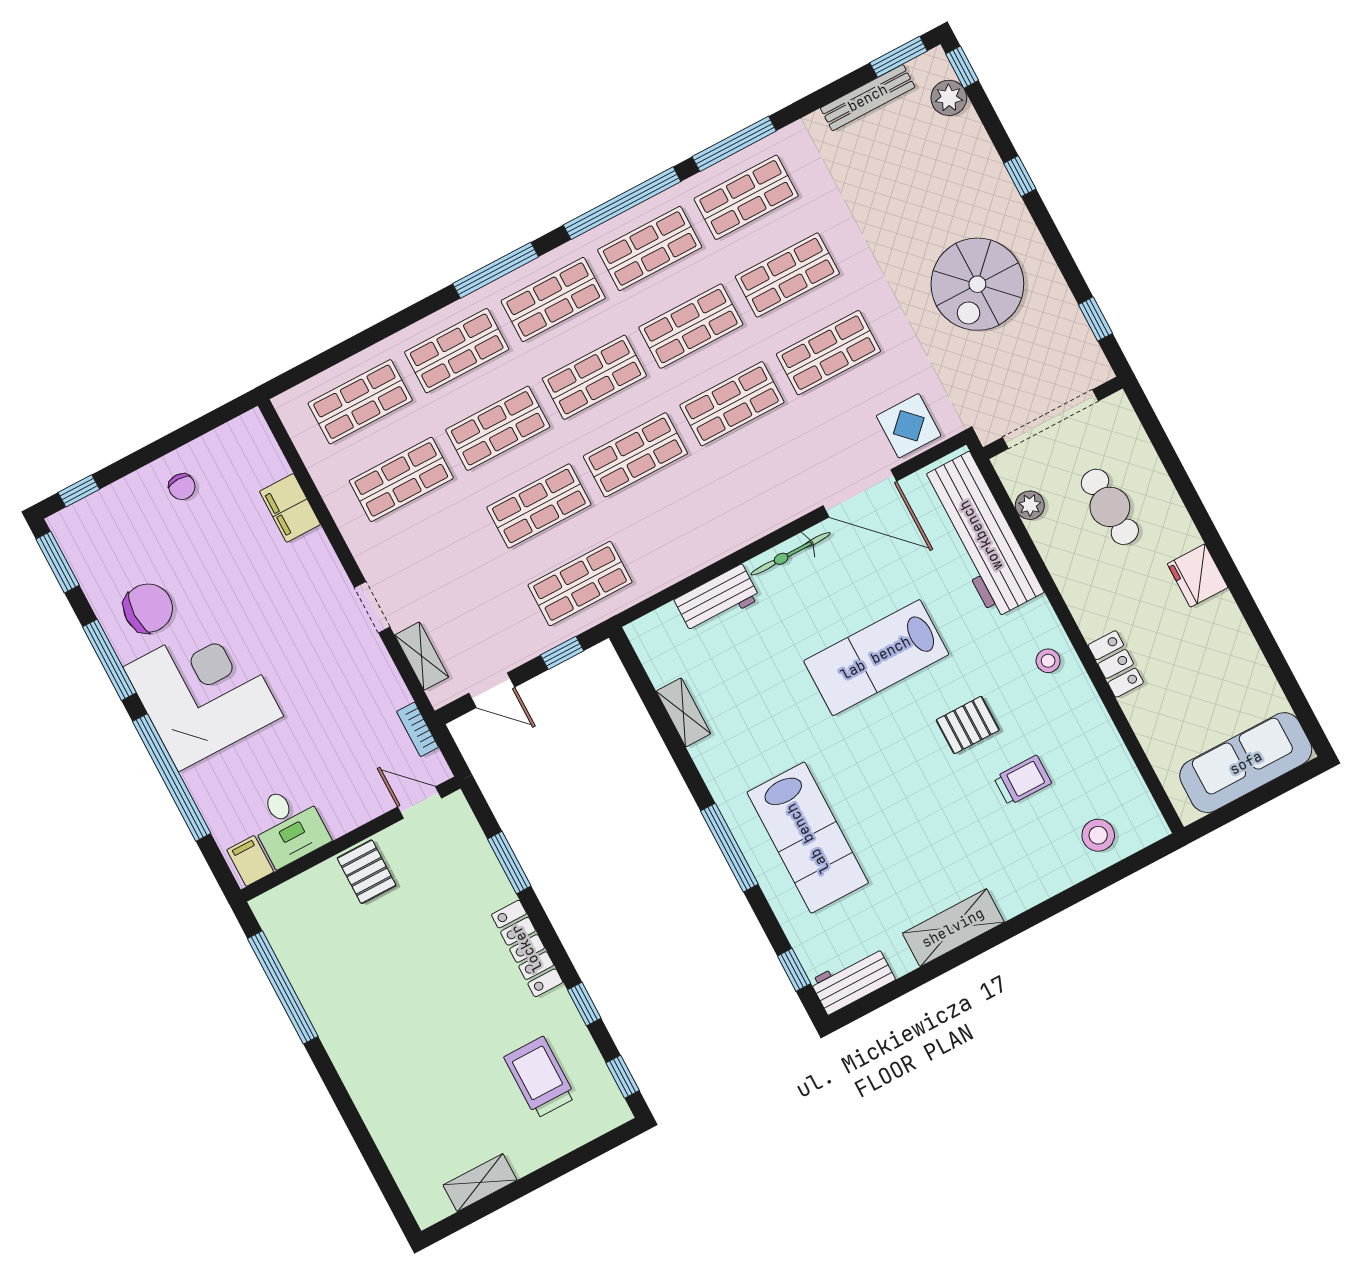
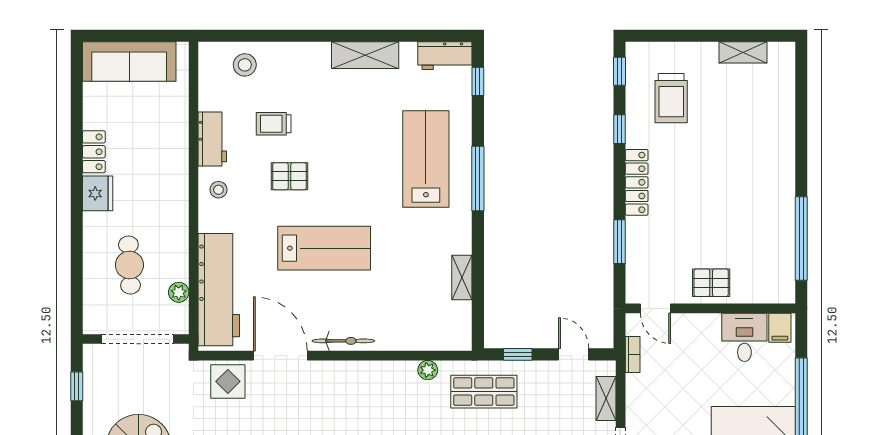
plant: (665, 573) -> (428, 370), added
workbench: (717, 599) -> (212, 139), moved, turned 90
locker: (1116, 664) -> (94, 152), moved, turned 180
pallet: (367, 872) -> (711, 283), turned 90

